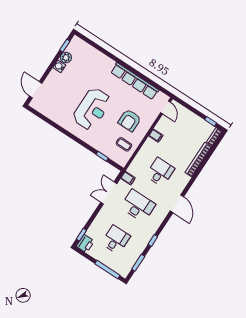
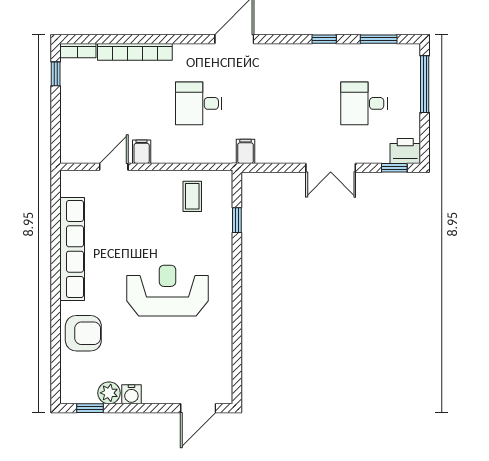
door: (166, 107) -> (114, 167), moved
armchair: (130, 120) -> (83, 333), moved
double door: (109, 193) -> (331, 168), moved
desk: (138, 206) -> (281, 103), removed

